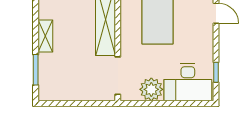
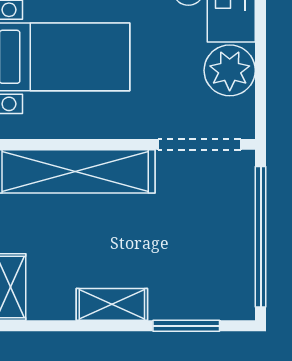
window: (76, 103) -> (261, 237), added

